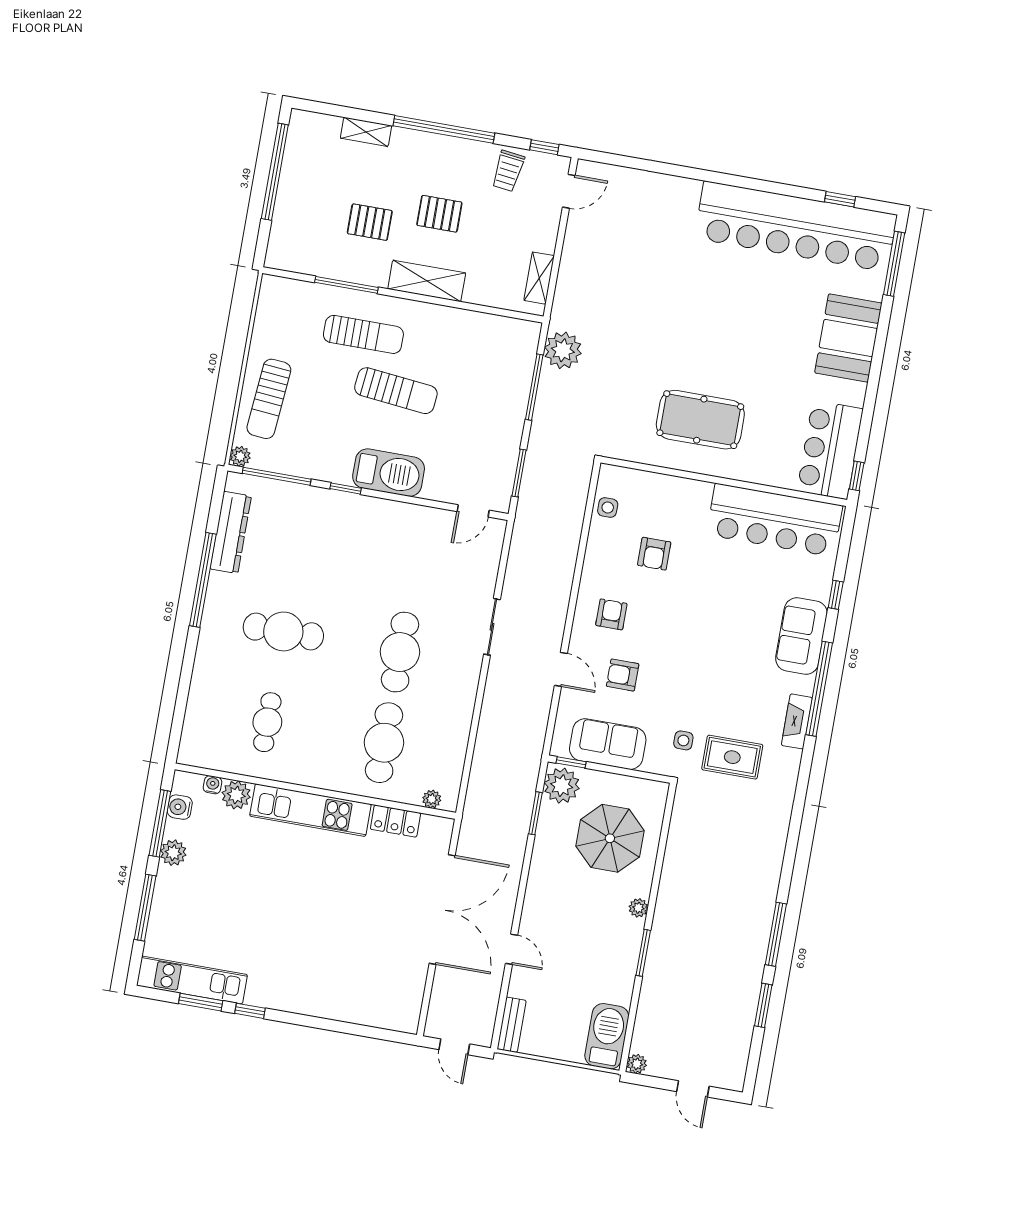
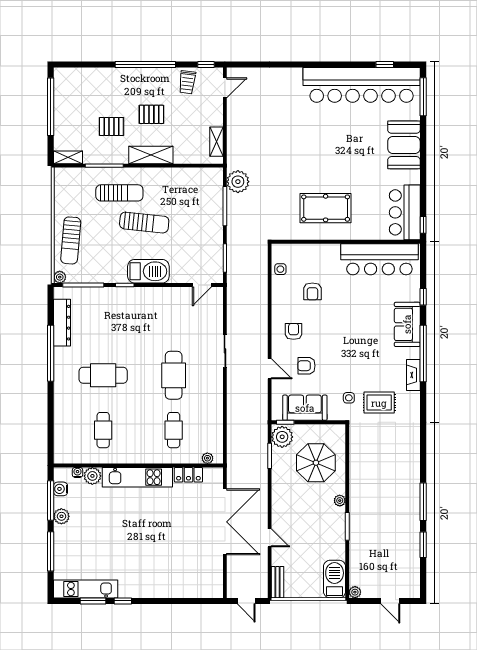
shelving: (366, 132) -> (68, 157), moved
cafe table: (384, 743) -> (174, 430), width x0.73, depth x0.74

